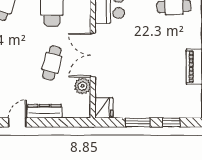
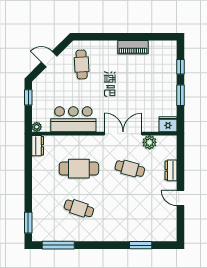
double door: (93, 55) -> (123, 134), swing flipped
dresser: (44, 111) -> (171, 170), width x0.70

